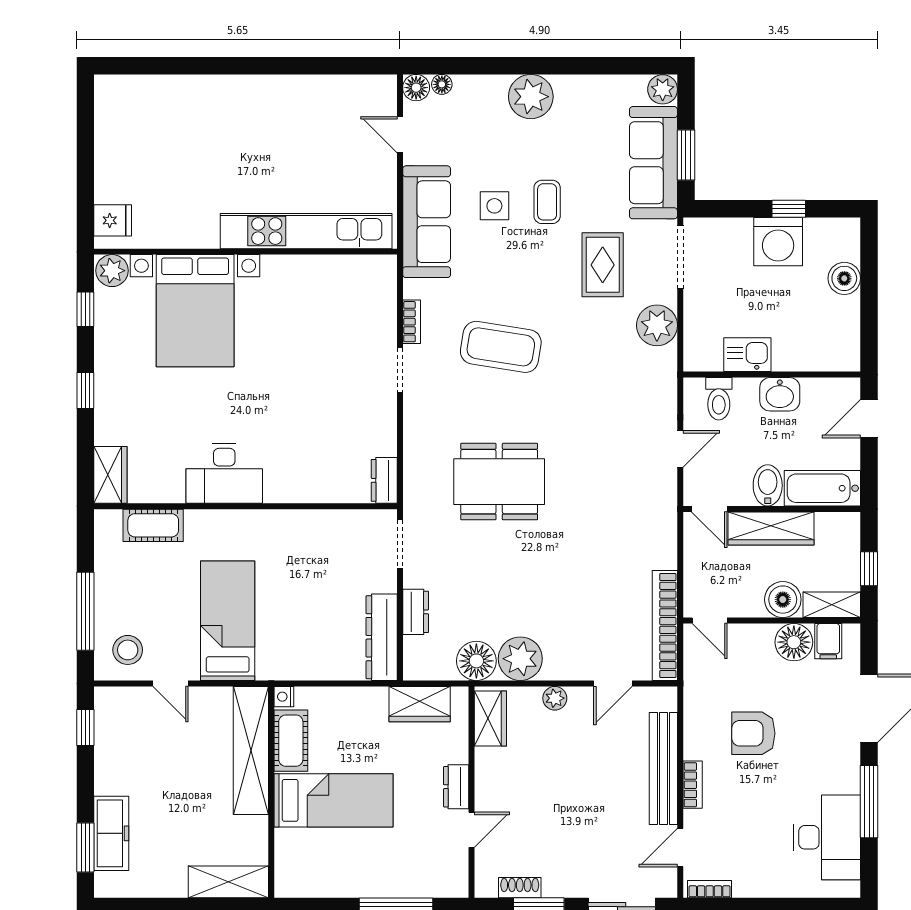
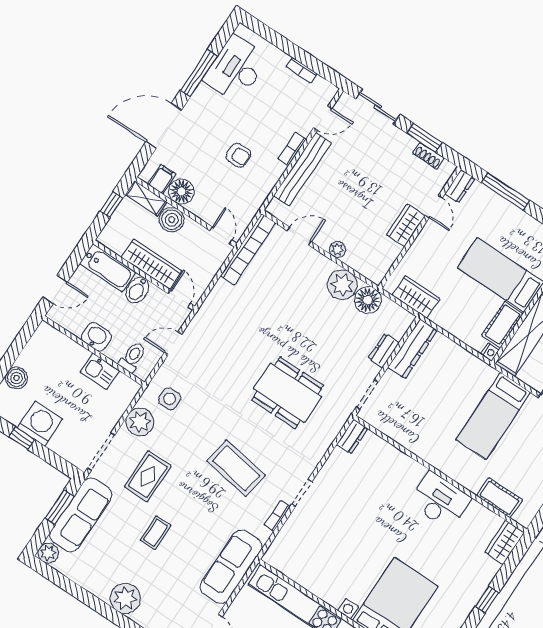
side table: (494, 206) -> (170, 399), moved
wardrobe: (490, 719) -> (406, 225), moved
armchair: (753, 733) -> (238, 155), width x0.72, depth x0.72
dresser: (456, 787) -> (460, 186), moved
door: (471, 830) -> (434, 207), swing flipped
bookcase: (710, 889) -> (301, 70), moved

